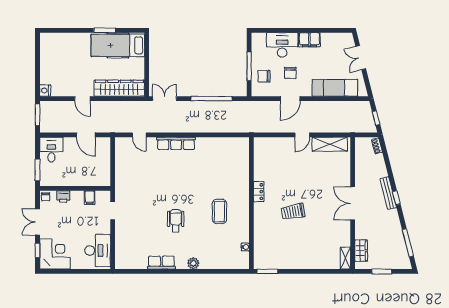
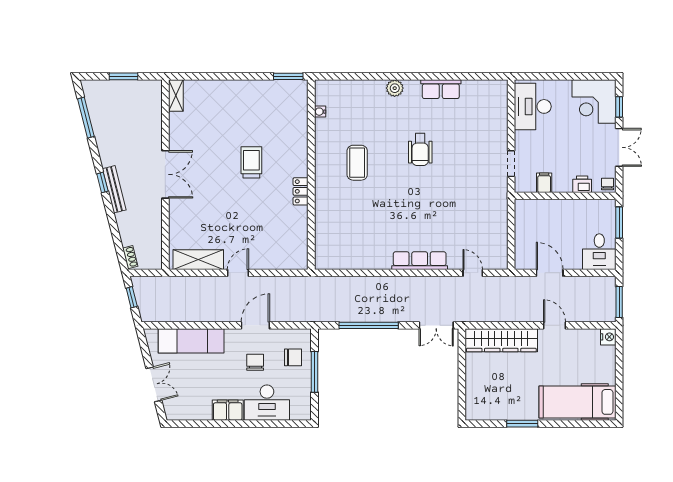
hospital bed: (118, 45) -> (578, 402), moved, turned 180
trolley: (293, 212) -> (251, 162), turned -80
wardrobe: (361, 251) -> (153, 106), removed

